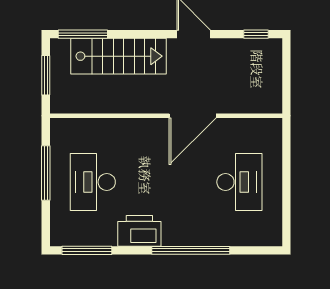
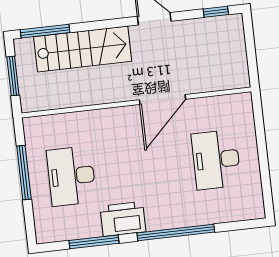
desk: (239, 182) -> (216, 160), turned 180
window: (87, 250) -> (94, 242), moved

